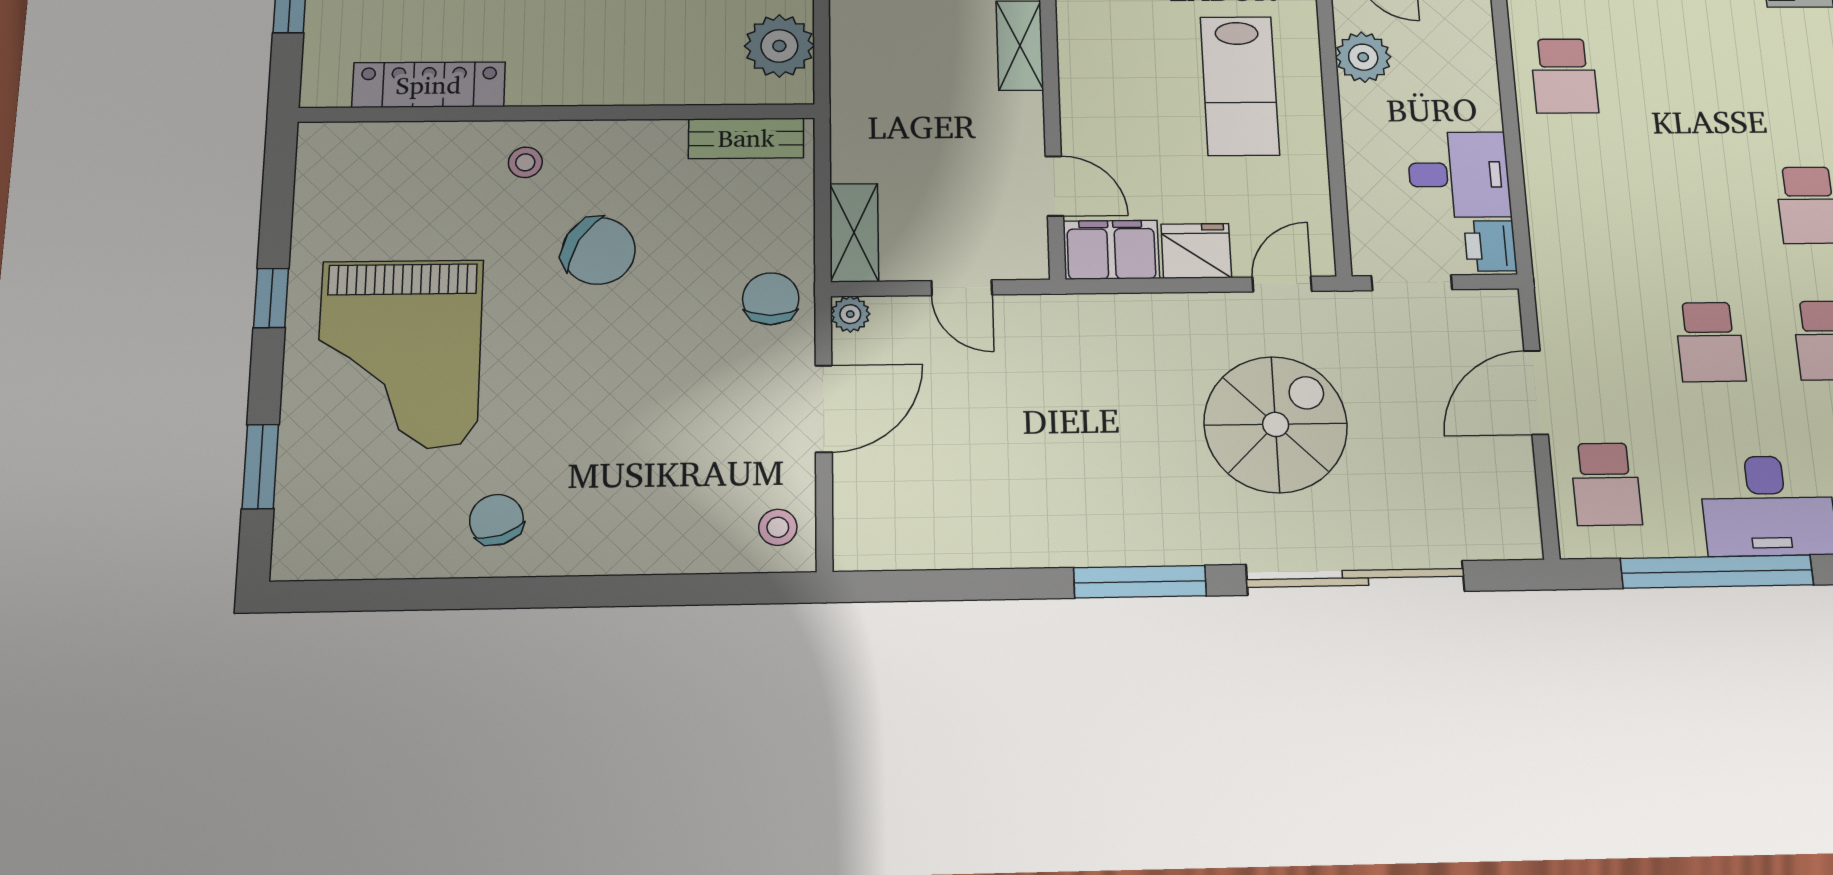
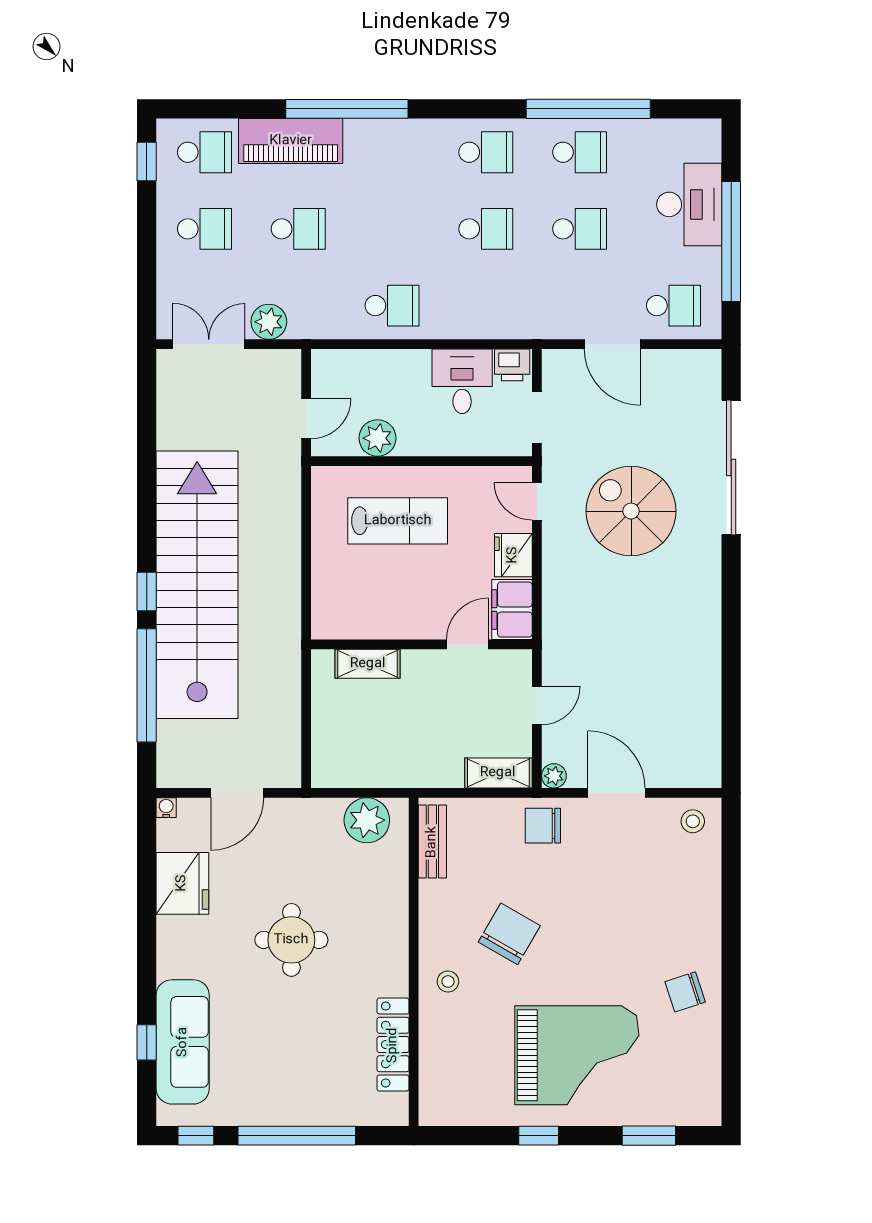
school desk: (1694, 206) -> (486, 229), added
window: (1140, 582) -> (731, 601), removed

